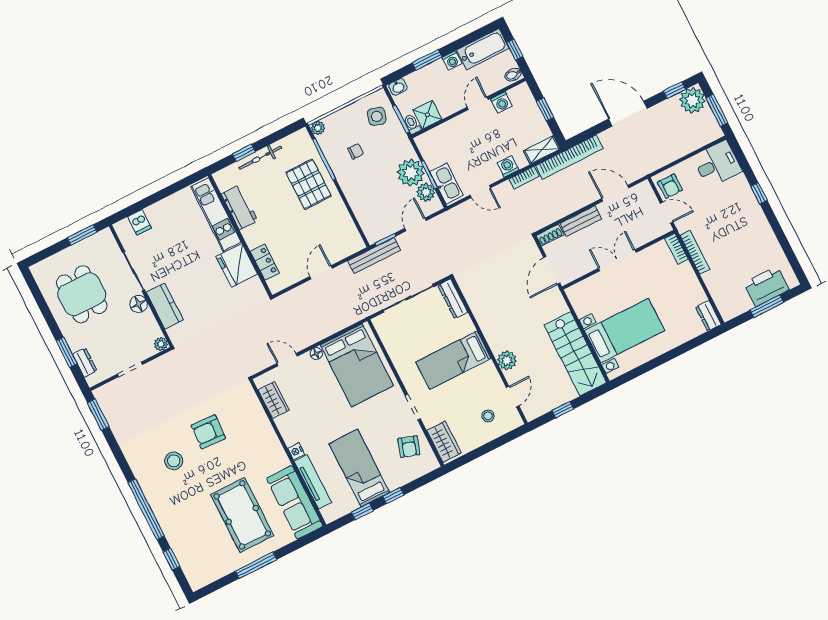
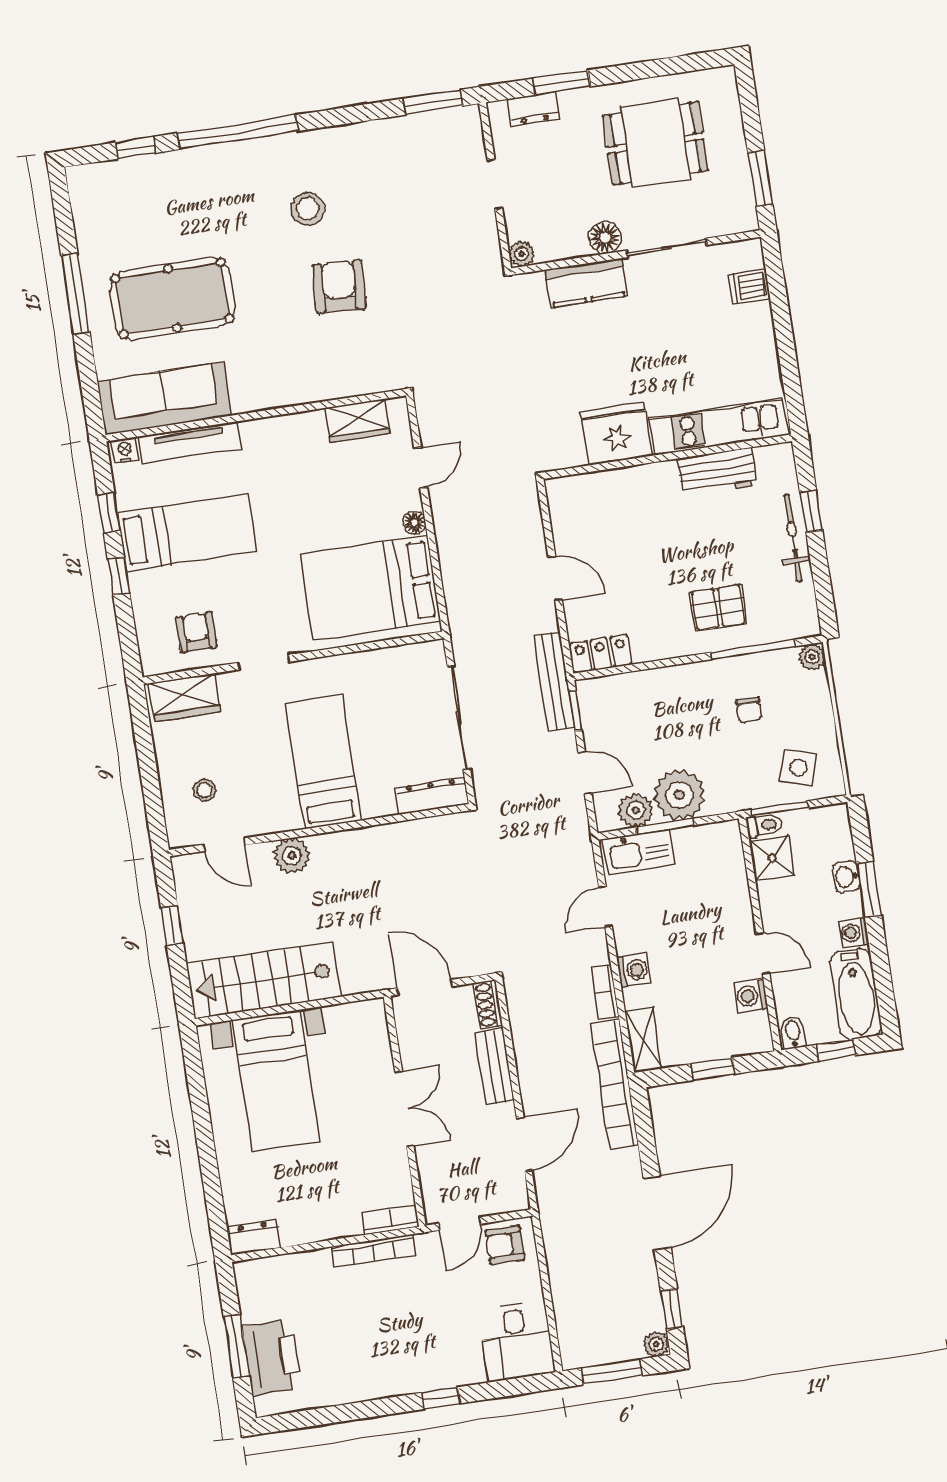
washbasin: (398, 87) -> (846, 877), moved
plant: (692, 100) -> (656, 1344), width x0.53, depth x0.53
pallet: (309, 184) -> (718, 608), width x0.67, depth x0.71
locker: (265, 262) -> (601, 654), moved, turned 180
armchair: (409, 447) -> (196, 632), turned 72
nightstand: (296, 451) -> (125, 450), moved

